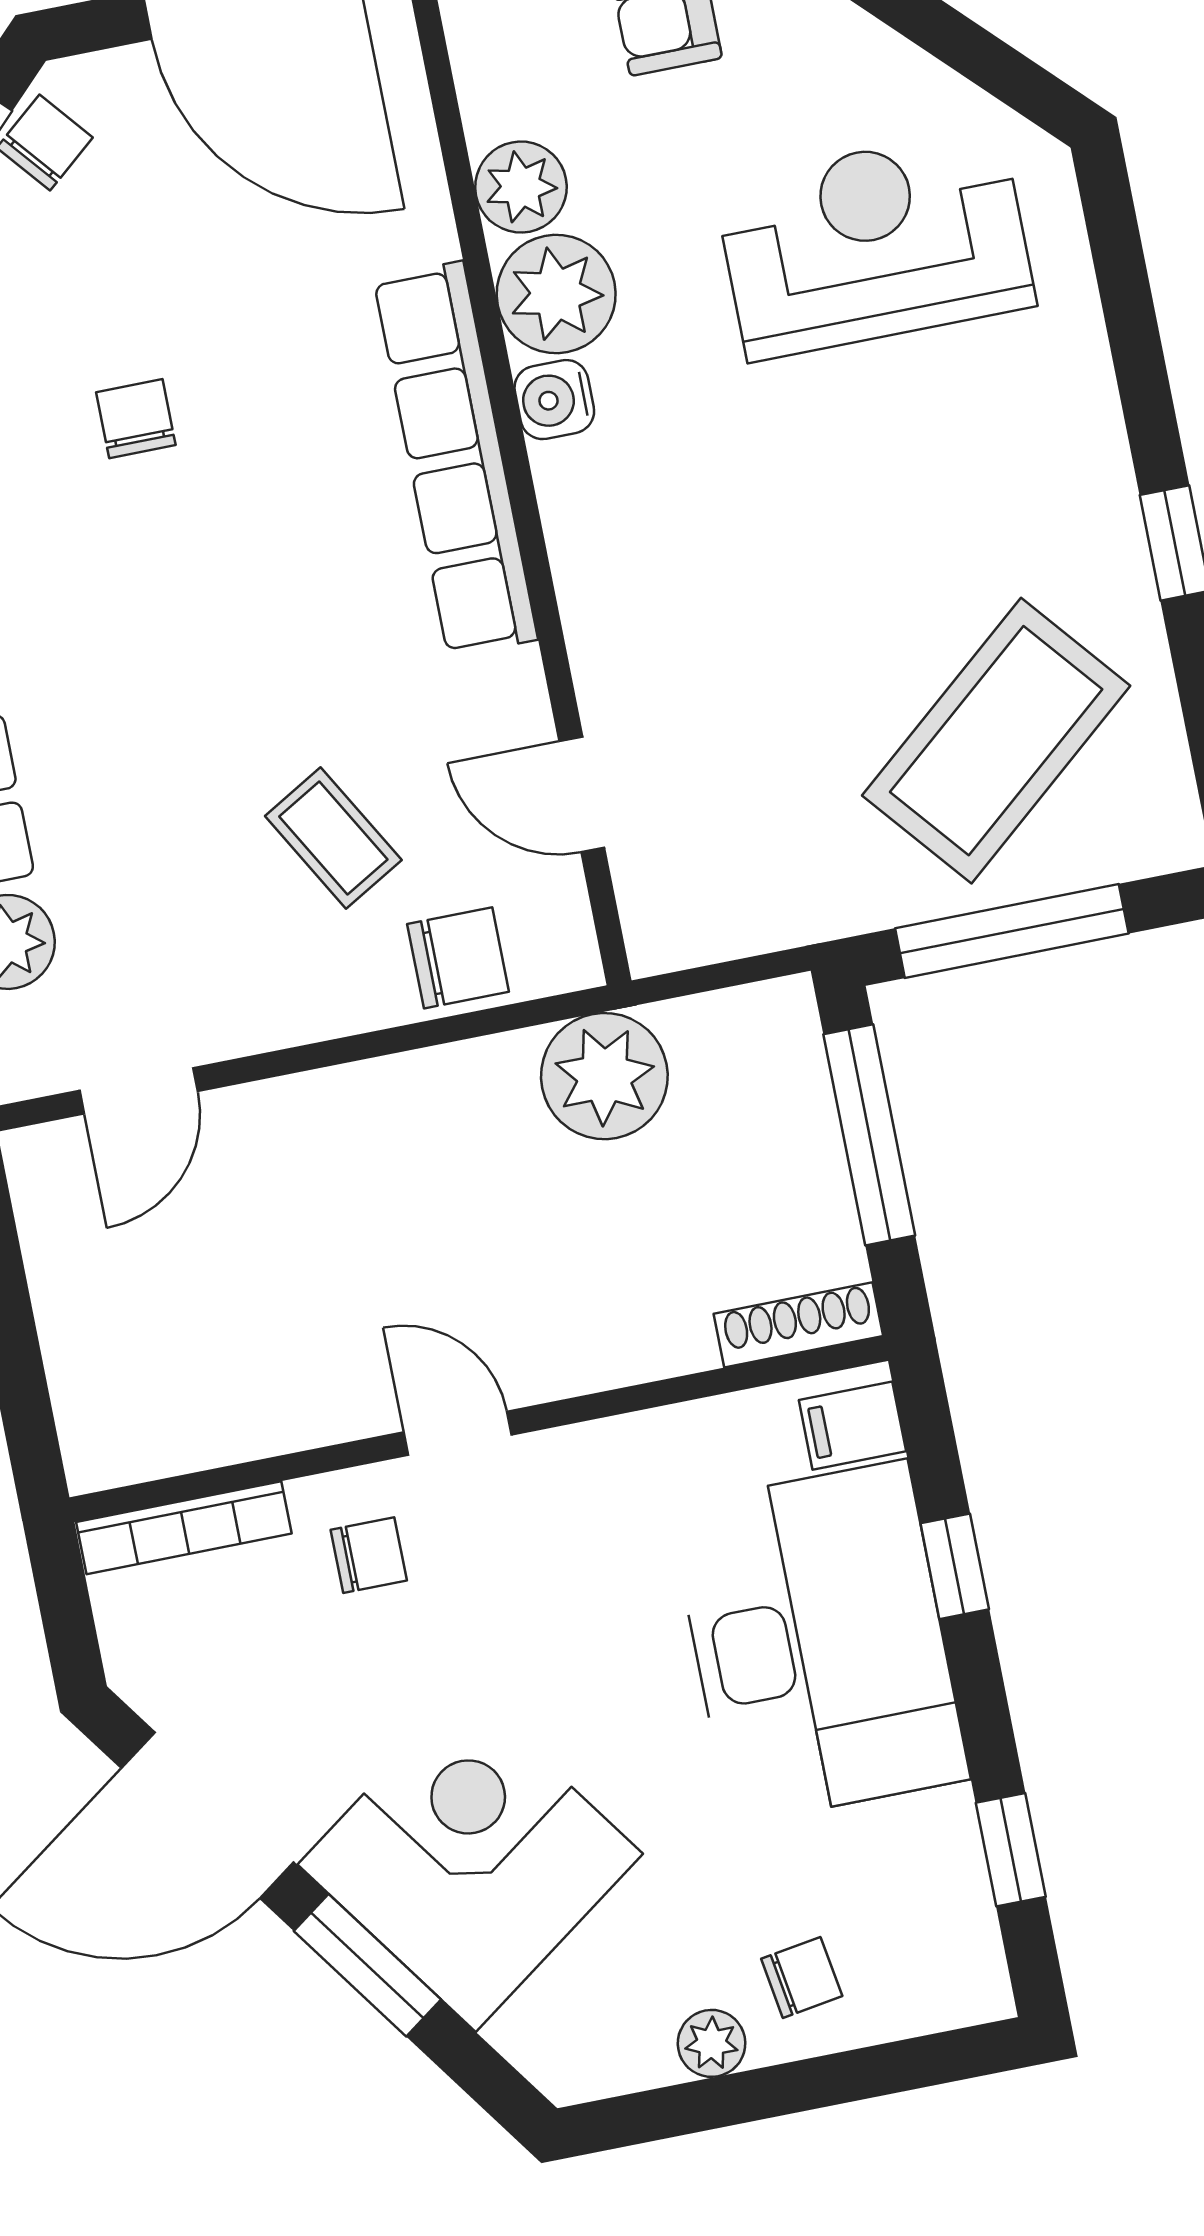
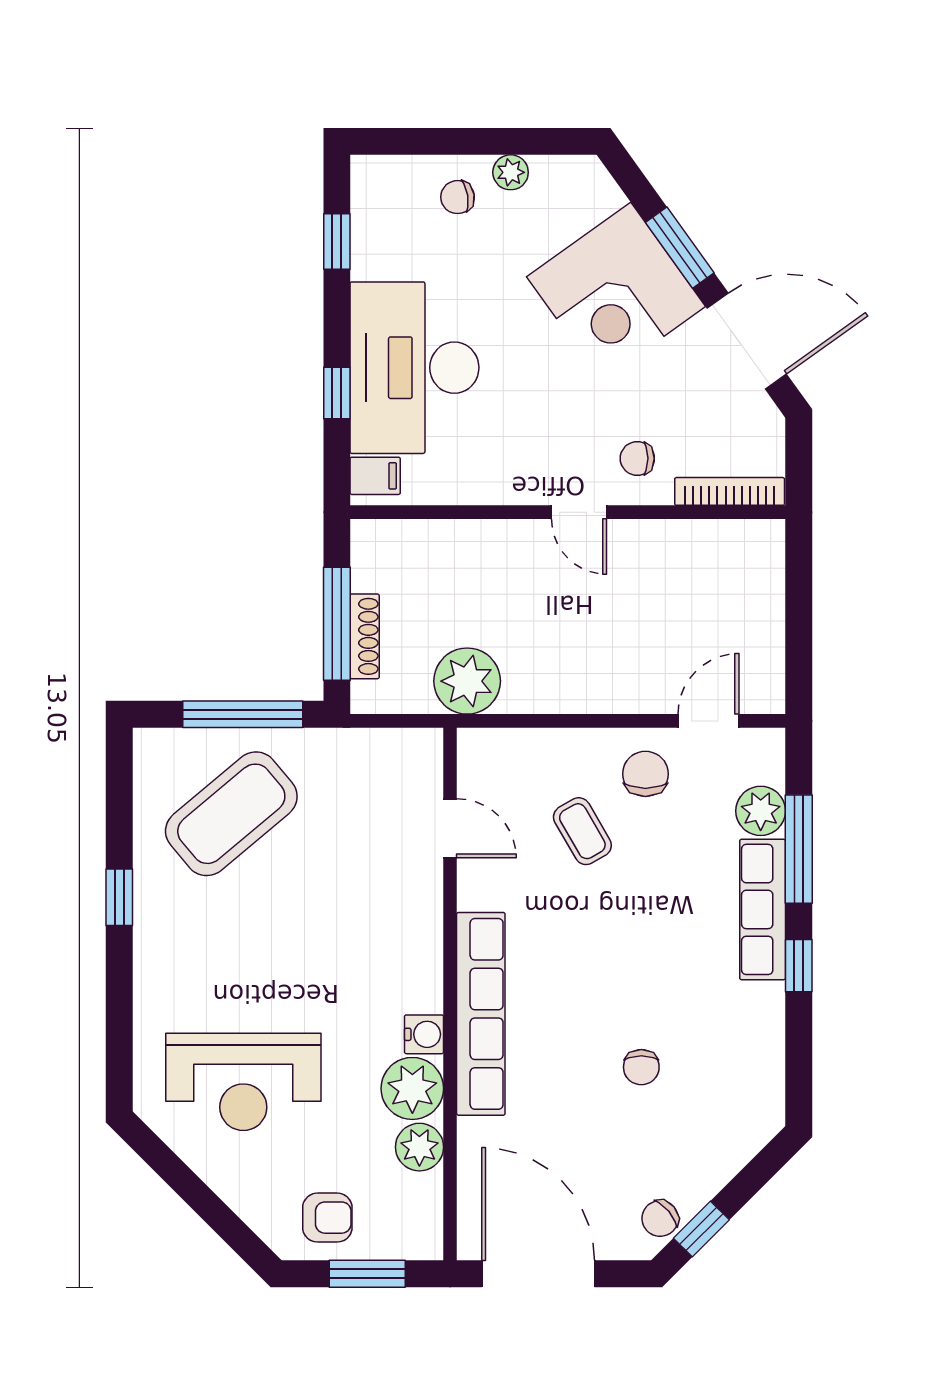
chair: (458, 958) -> (645, 774), moved, turned 90
shoe rack: (798, 1325) -> (365, 636), moved, turned -90

